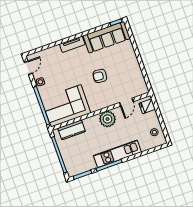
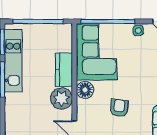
floor lamp: (96, 105) -> (85, 90), added
kitchen counter: (72, 130) -> (64, 70), moved
kitchen unit: (117, 154) -> (13, 61), moved

